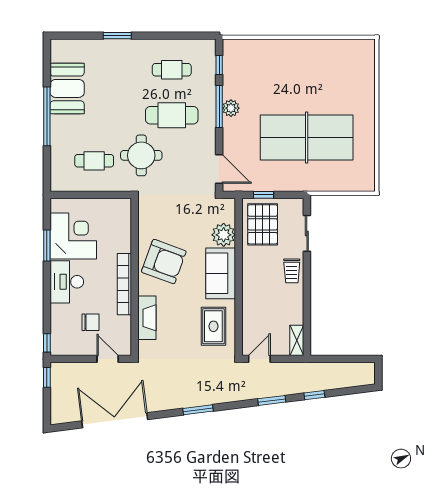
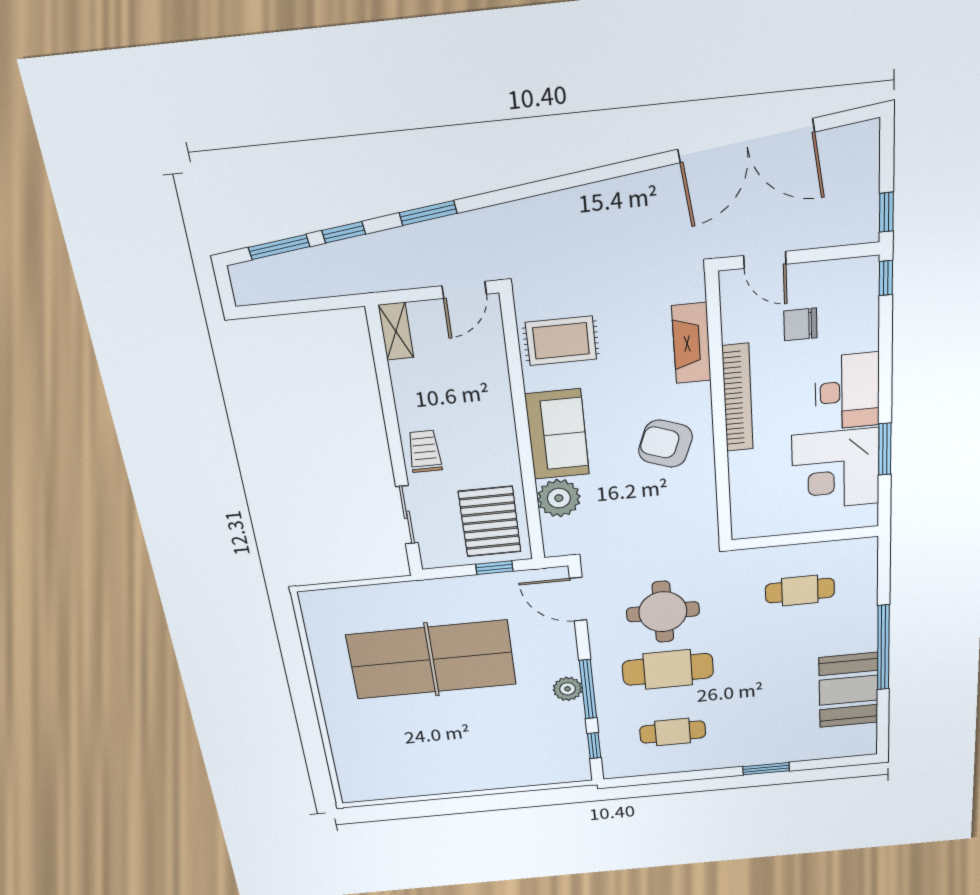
round table: (141, 155) -> (663, 612), moved
armchair: (164, 262) -> (665, 444), width x0.73, depth x0.73
rug: (213, 326) -> (561, 341), turned 90
window: (198, 410) -> (279, 247), moved

